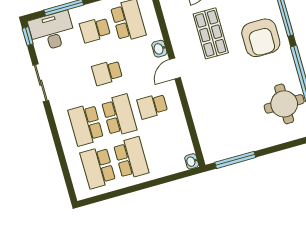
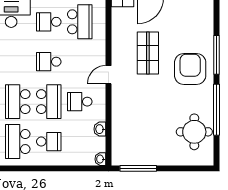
armchair: (261, 38) -> (190, 69), turned 180
washbasin: (159, 49) -> (100, 129), moved
school desk: (131, 158) -> (49, 142), width x0.54

